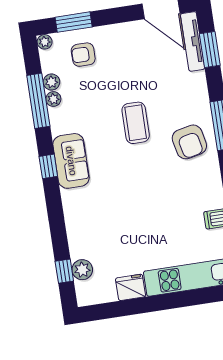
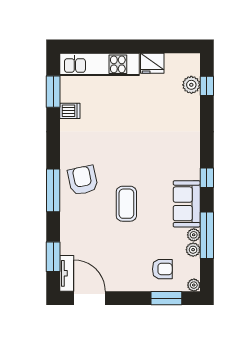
tv unit: (193, 41) -> (67, 273), width x0.71
sofa: (71, 161) -> (187, 204), moved

